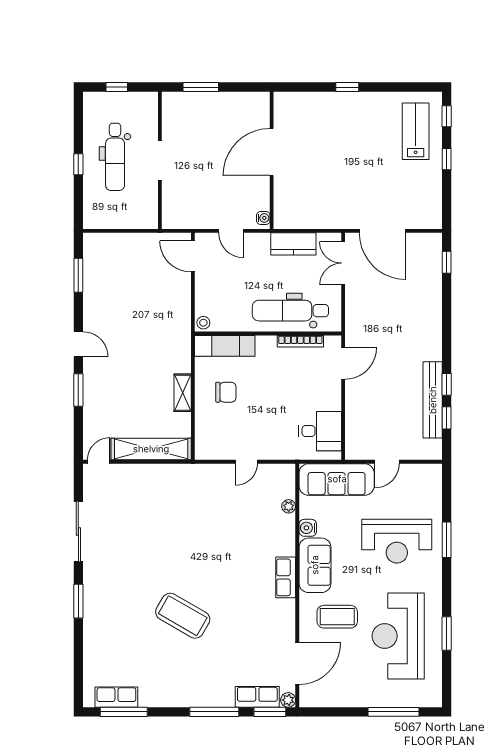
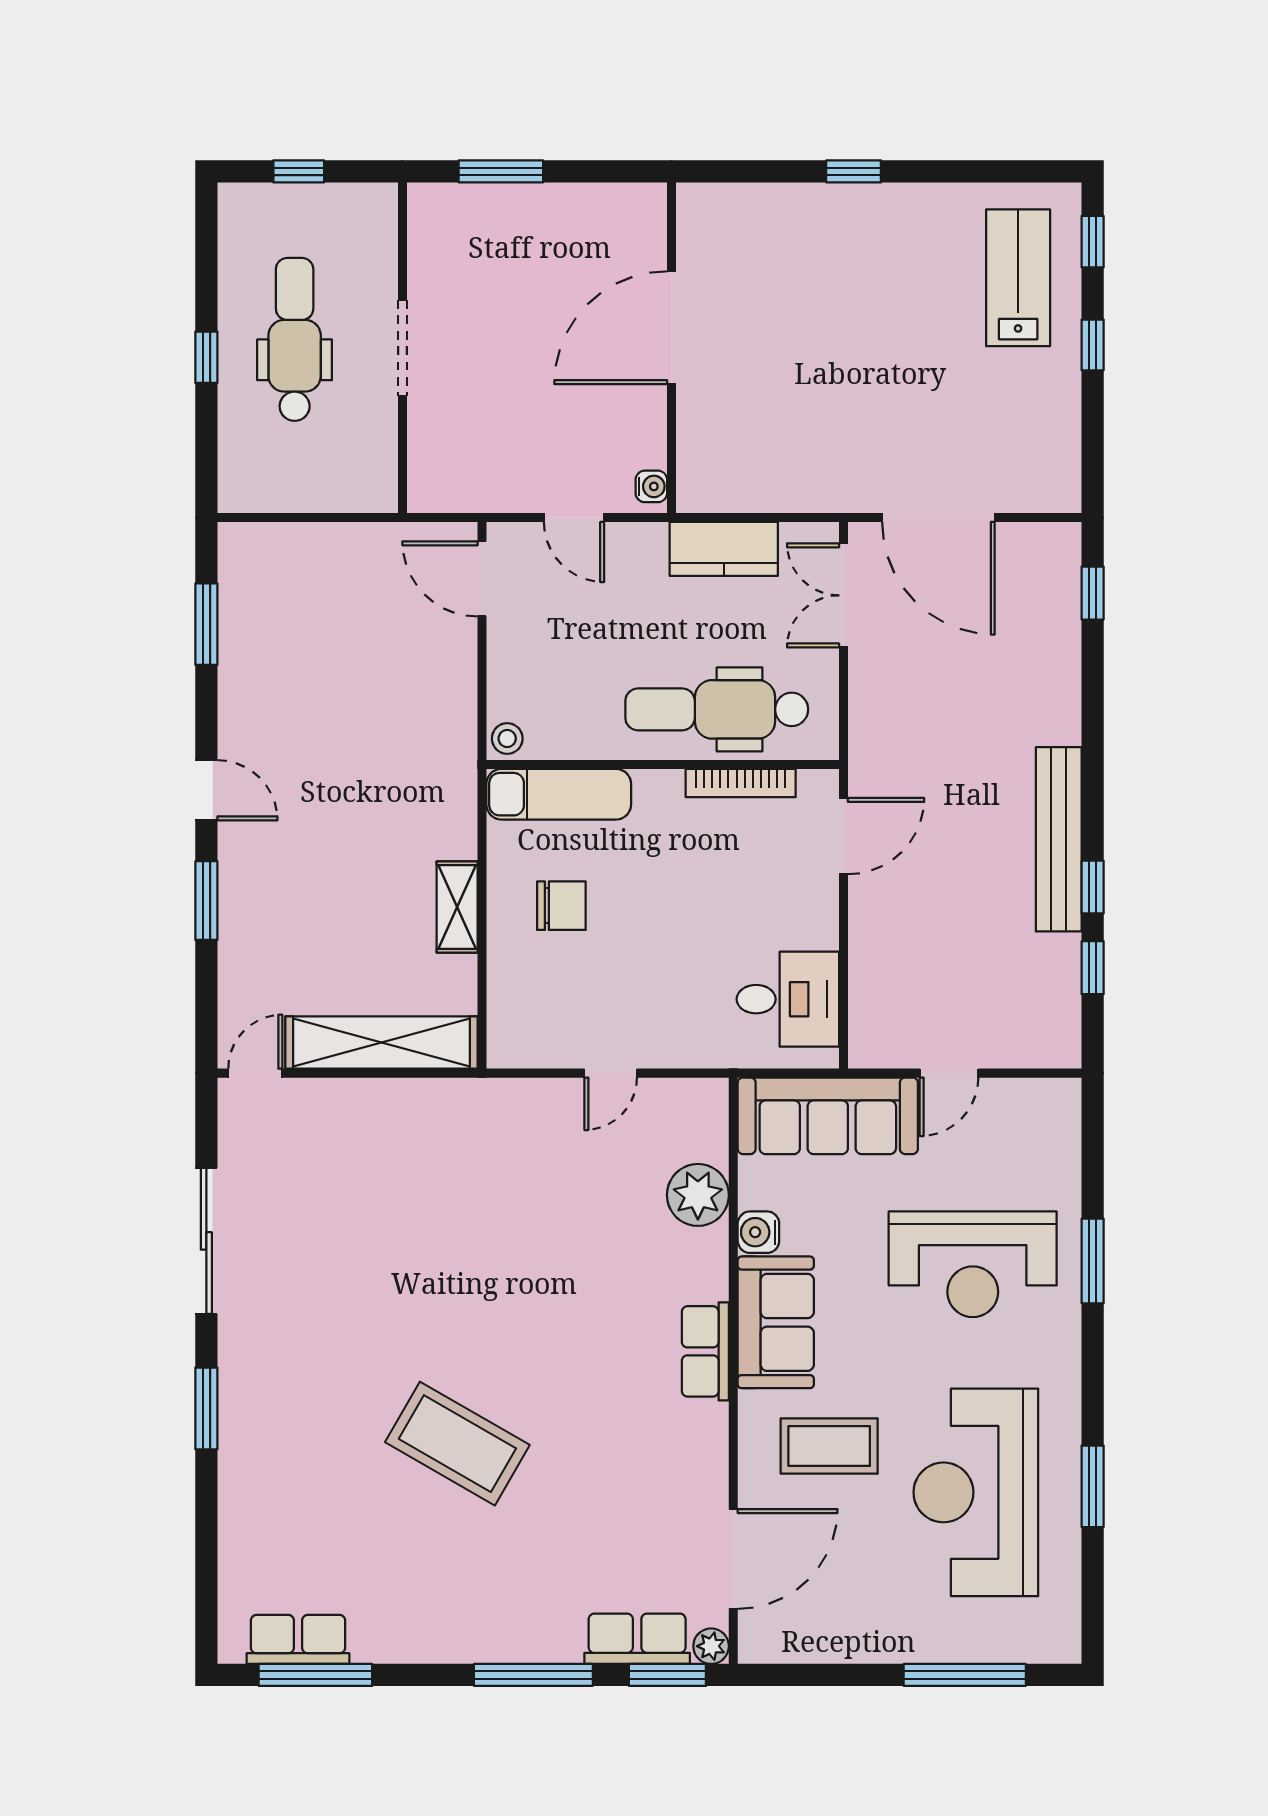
dental chair: (115, 157) -> (295, 339), turned 180
bench: (433, 400) -> (1059, 839), moved
plant: (289, 506) -> (698, 1195), width x1.88, depth x1.88

